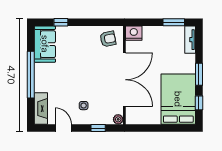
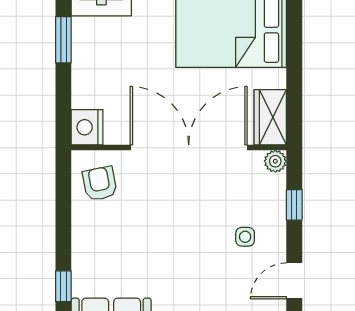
wardrobe: (138, 117) -> (270, 117), added

